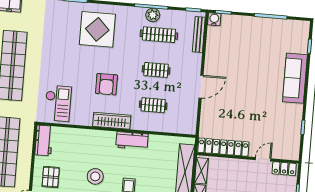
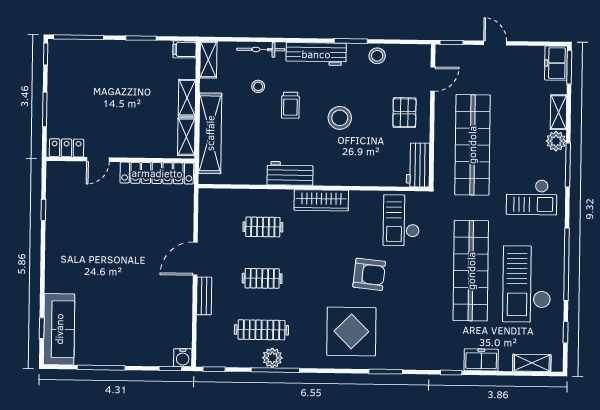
bench: (199, 35) -> (204, 296), moved, width x0.73
sofa: (295, 78) -> (59, 329), moved
armchair: (106, 84) -> (369, 274), moved, turned 96

